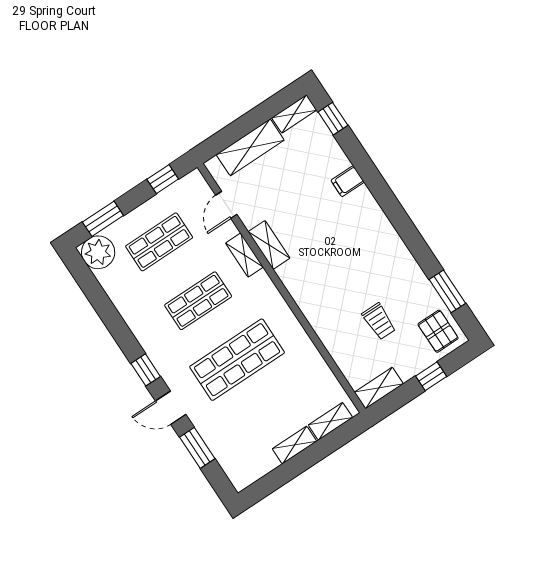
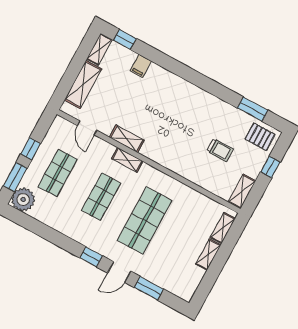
window: (163, 179) -> (31, 149), moved
filing cabinet: (348, 181) -> (141, 66), moved
shelving: (244, 255) -> (127, 160), moved

